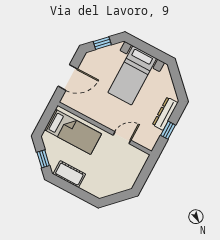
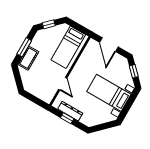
dresser: (165, 114) -> (70, 111), moved
cot: (69, 174) -> (28, 58), moved
window: (75, 191) -> (24, 47), added

